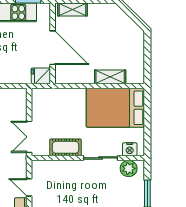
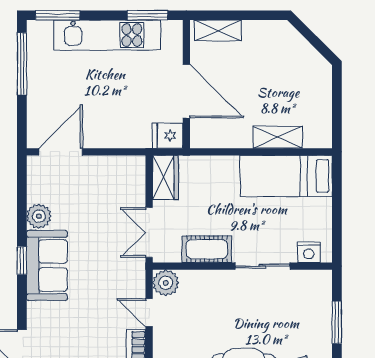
wardrobe: (39, 102) -> (165, 177), added
bed: (115, 108) -> (286, 176), width x0.67
plant: (129, 168) -> (166, 283), moved

